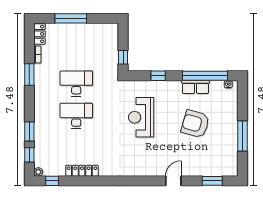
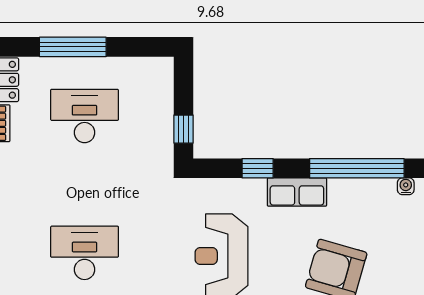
desk: (76, 83) -> (85, 116), moved
row of seats: (195, 87) -> (297, 192), moved

